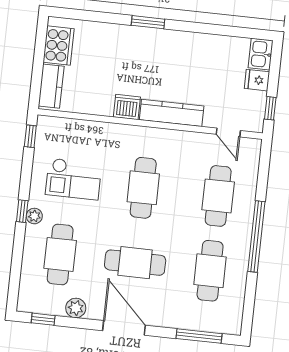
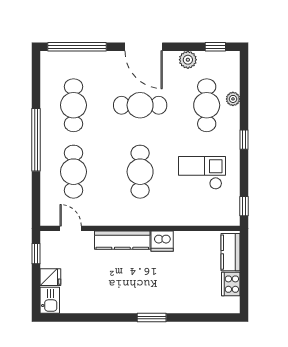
cooker: (59, 46) -> (231, 284), width x0.73, depth x0.76
plant: (34, 216) -> (233, 99), moved
window: (199, 336) -> (77, 47), width x1.46

